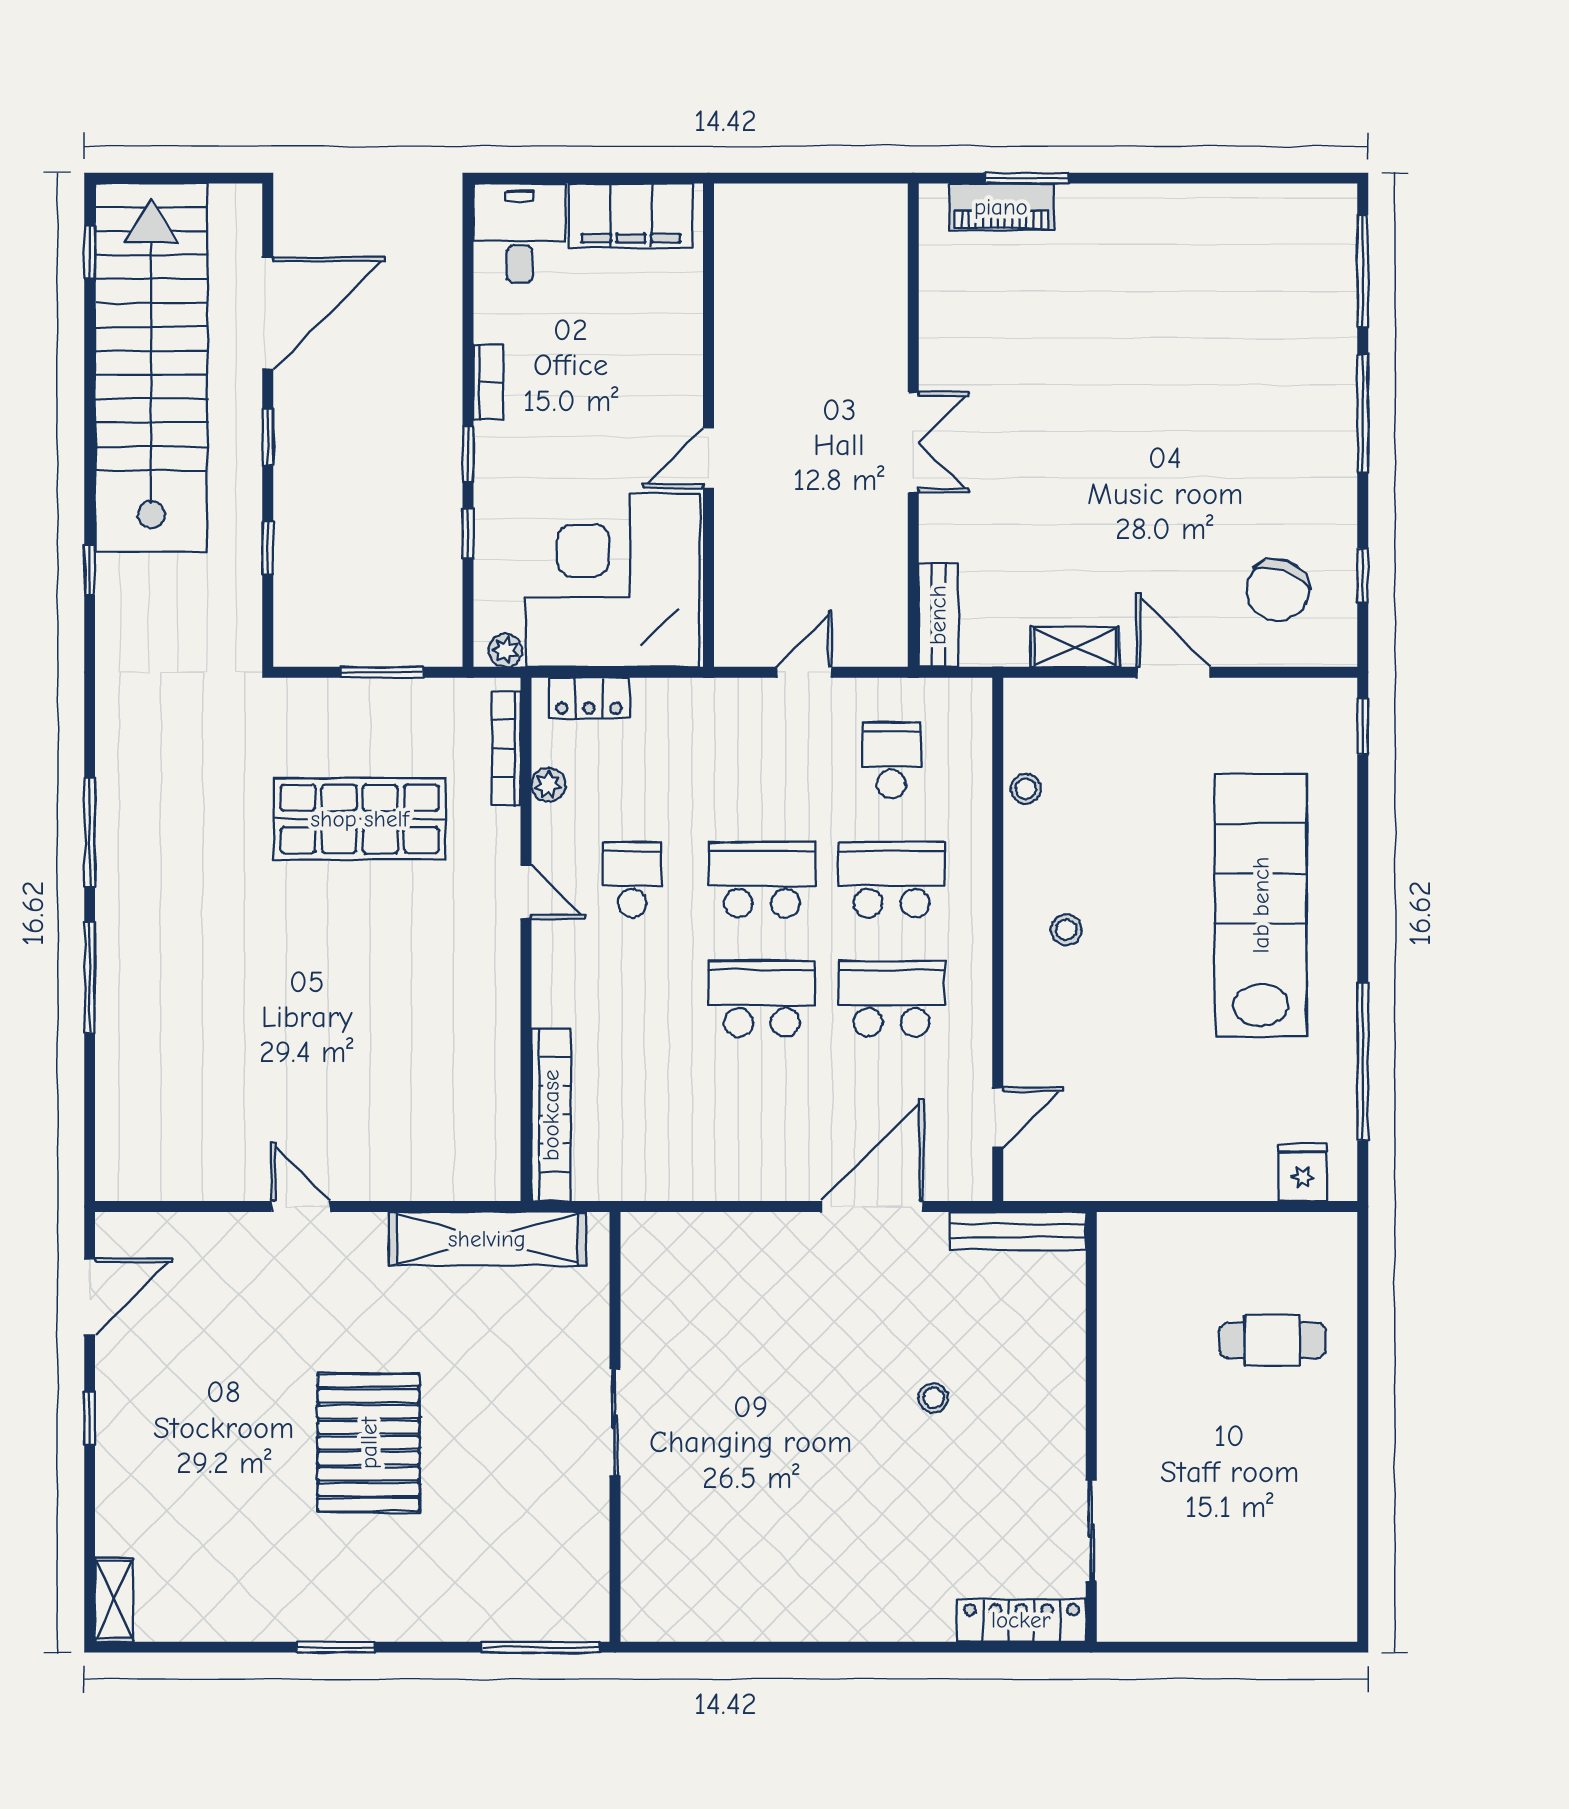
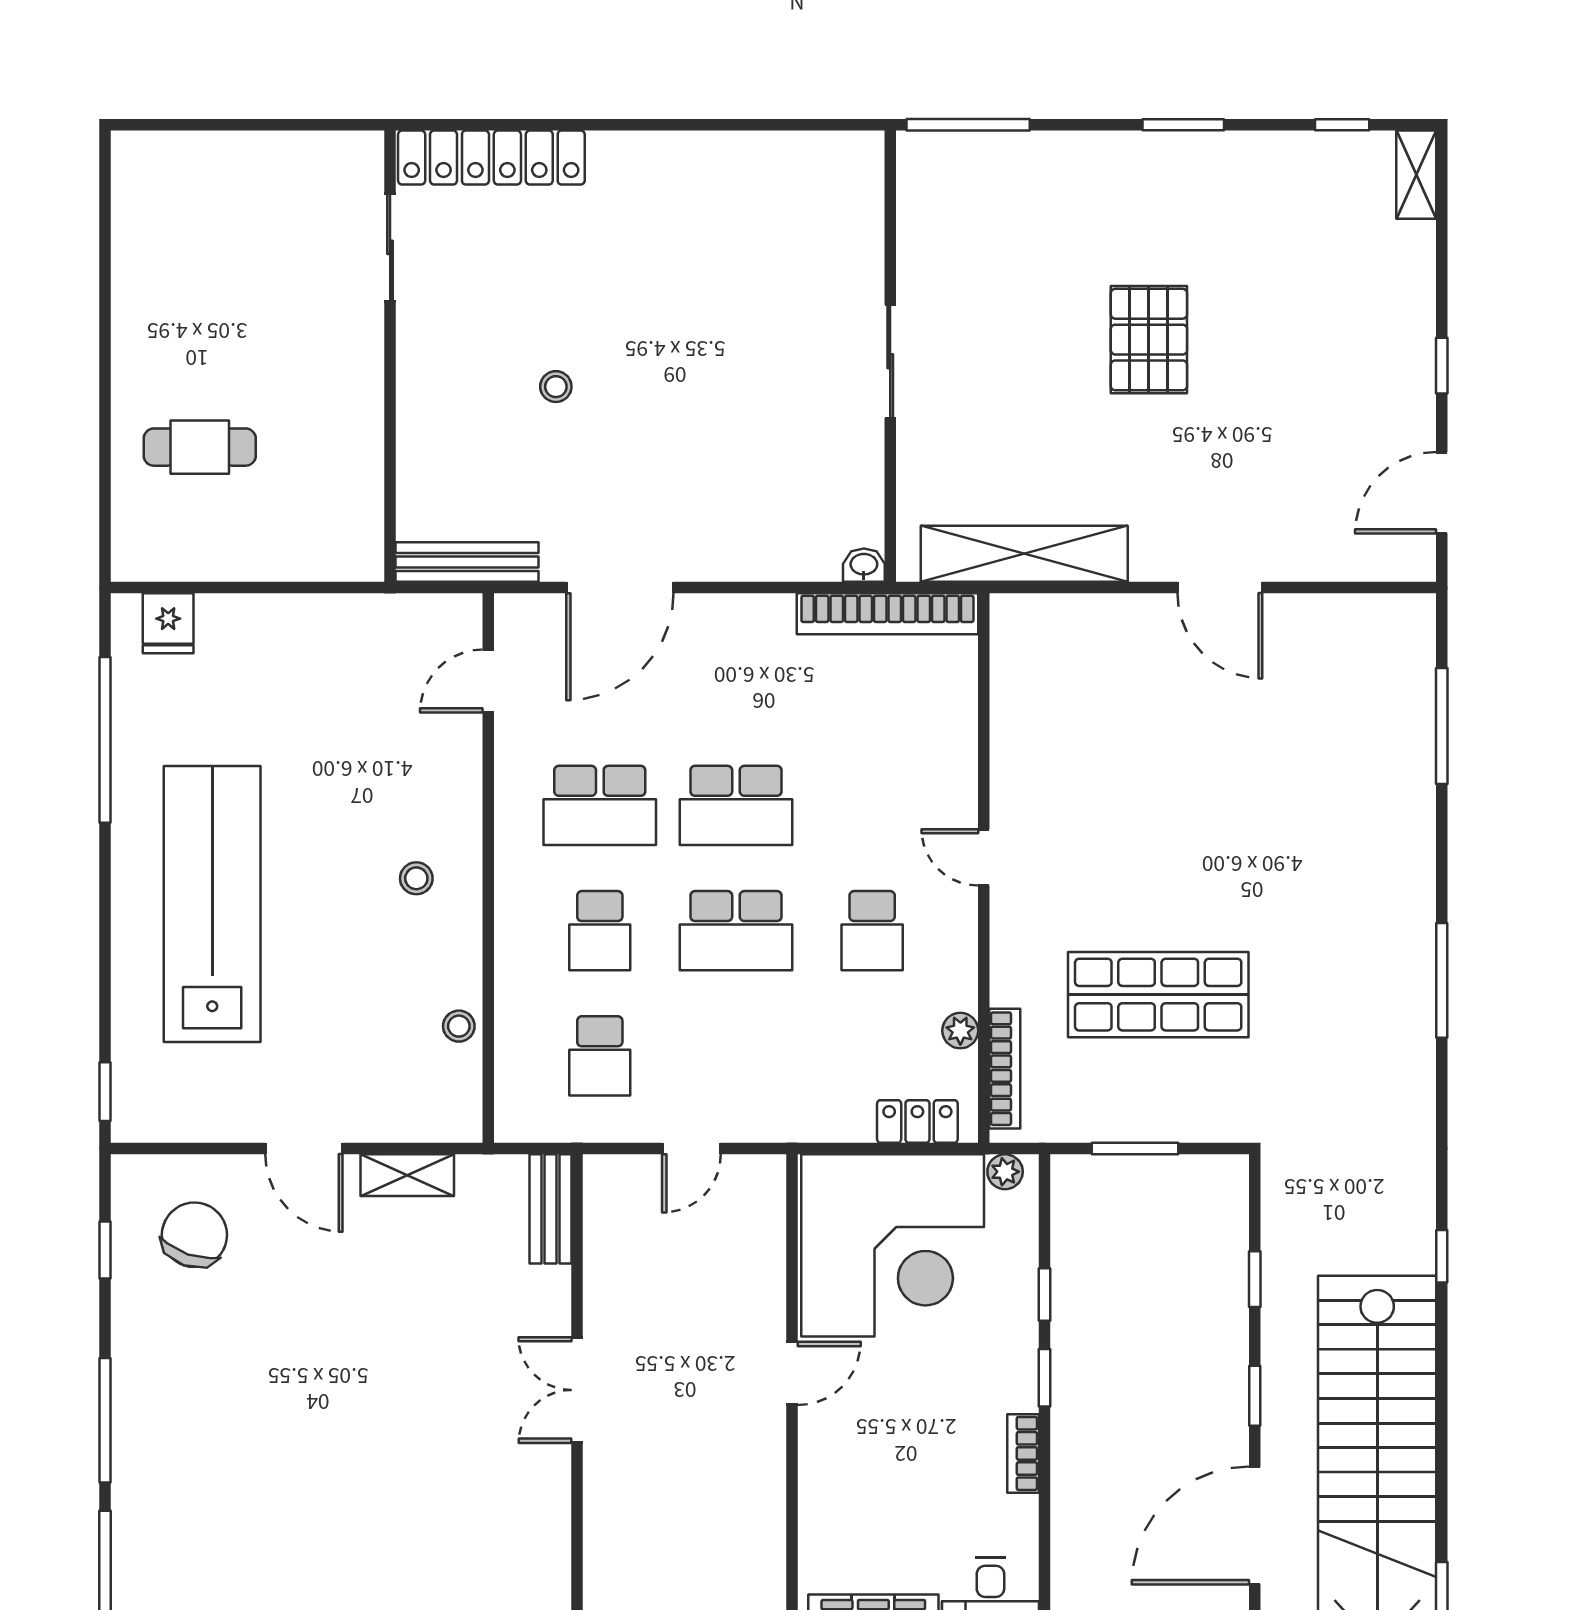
school desk: (892, 880) -> (600, 931), width x0.54
door: (526, 892) -> (984, 857), moved
lab bench: (1261, 905) -> (212, 904), turned 180
window: (90, 978) -> (1442, 726), moved
bookcase: (551, 1115) -> (887, 614), moved, turned -90
door: (301, 1206) -> (1220, 588), width x1.38
washbasin: (640, 1228) -> (864, 565), added
pallet: (369, 1443) -> (1149, 340), width x0.73, depth x0.71
locker: (1021, 1620) -> (491, 158), width x1.41, depth x1.21
window: (185, 1647) -> (1342, 125), added

